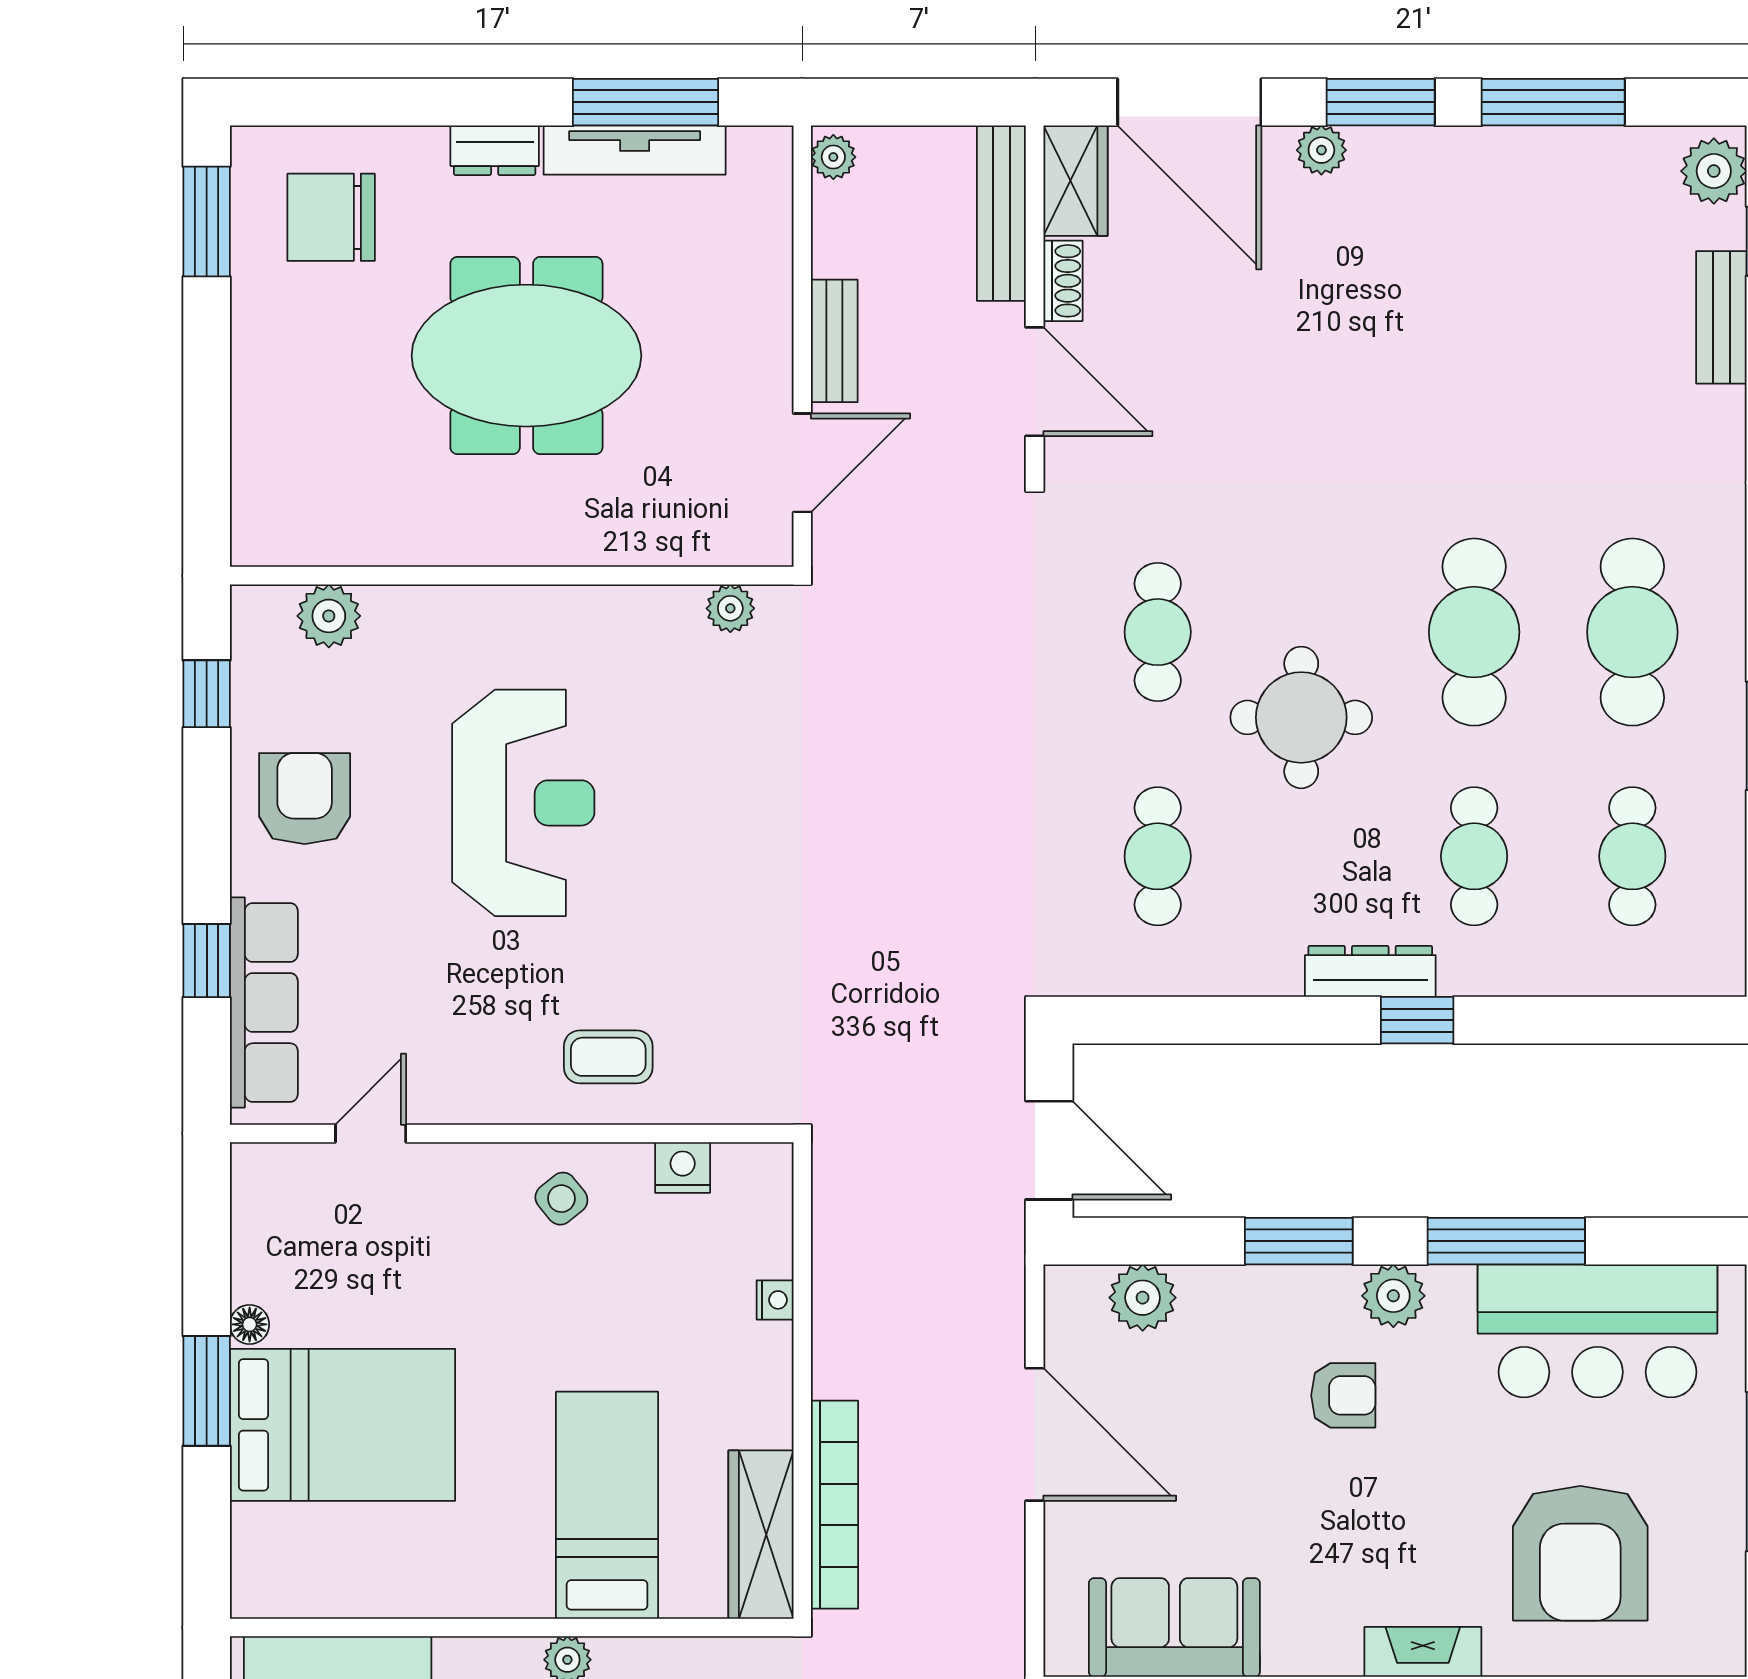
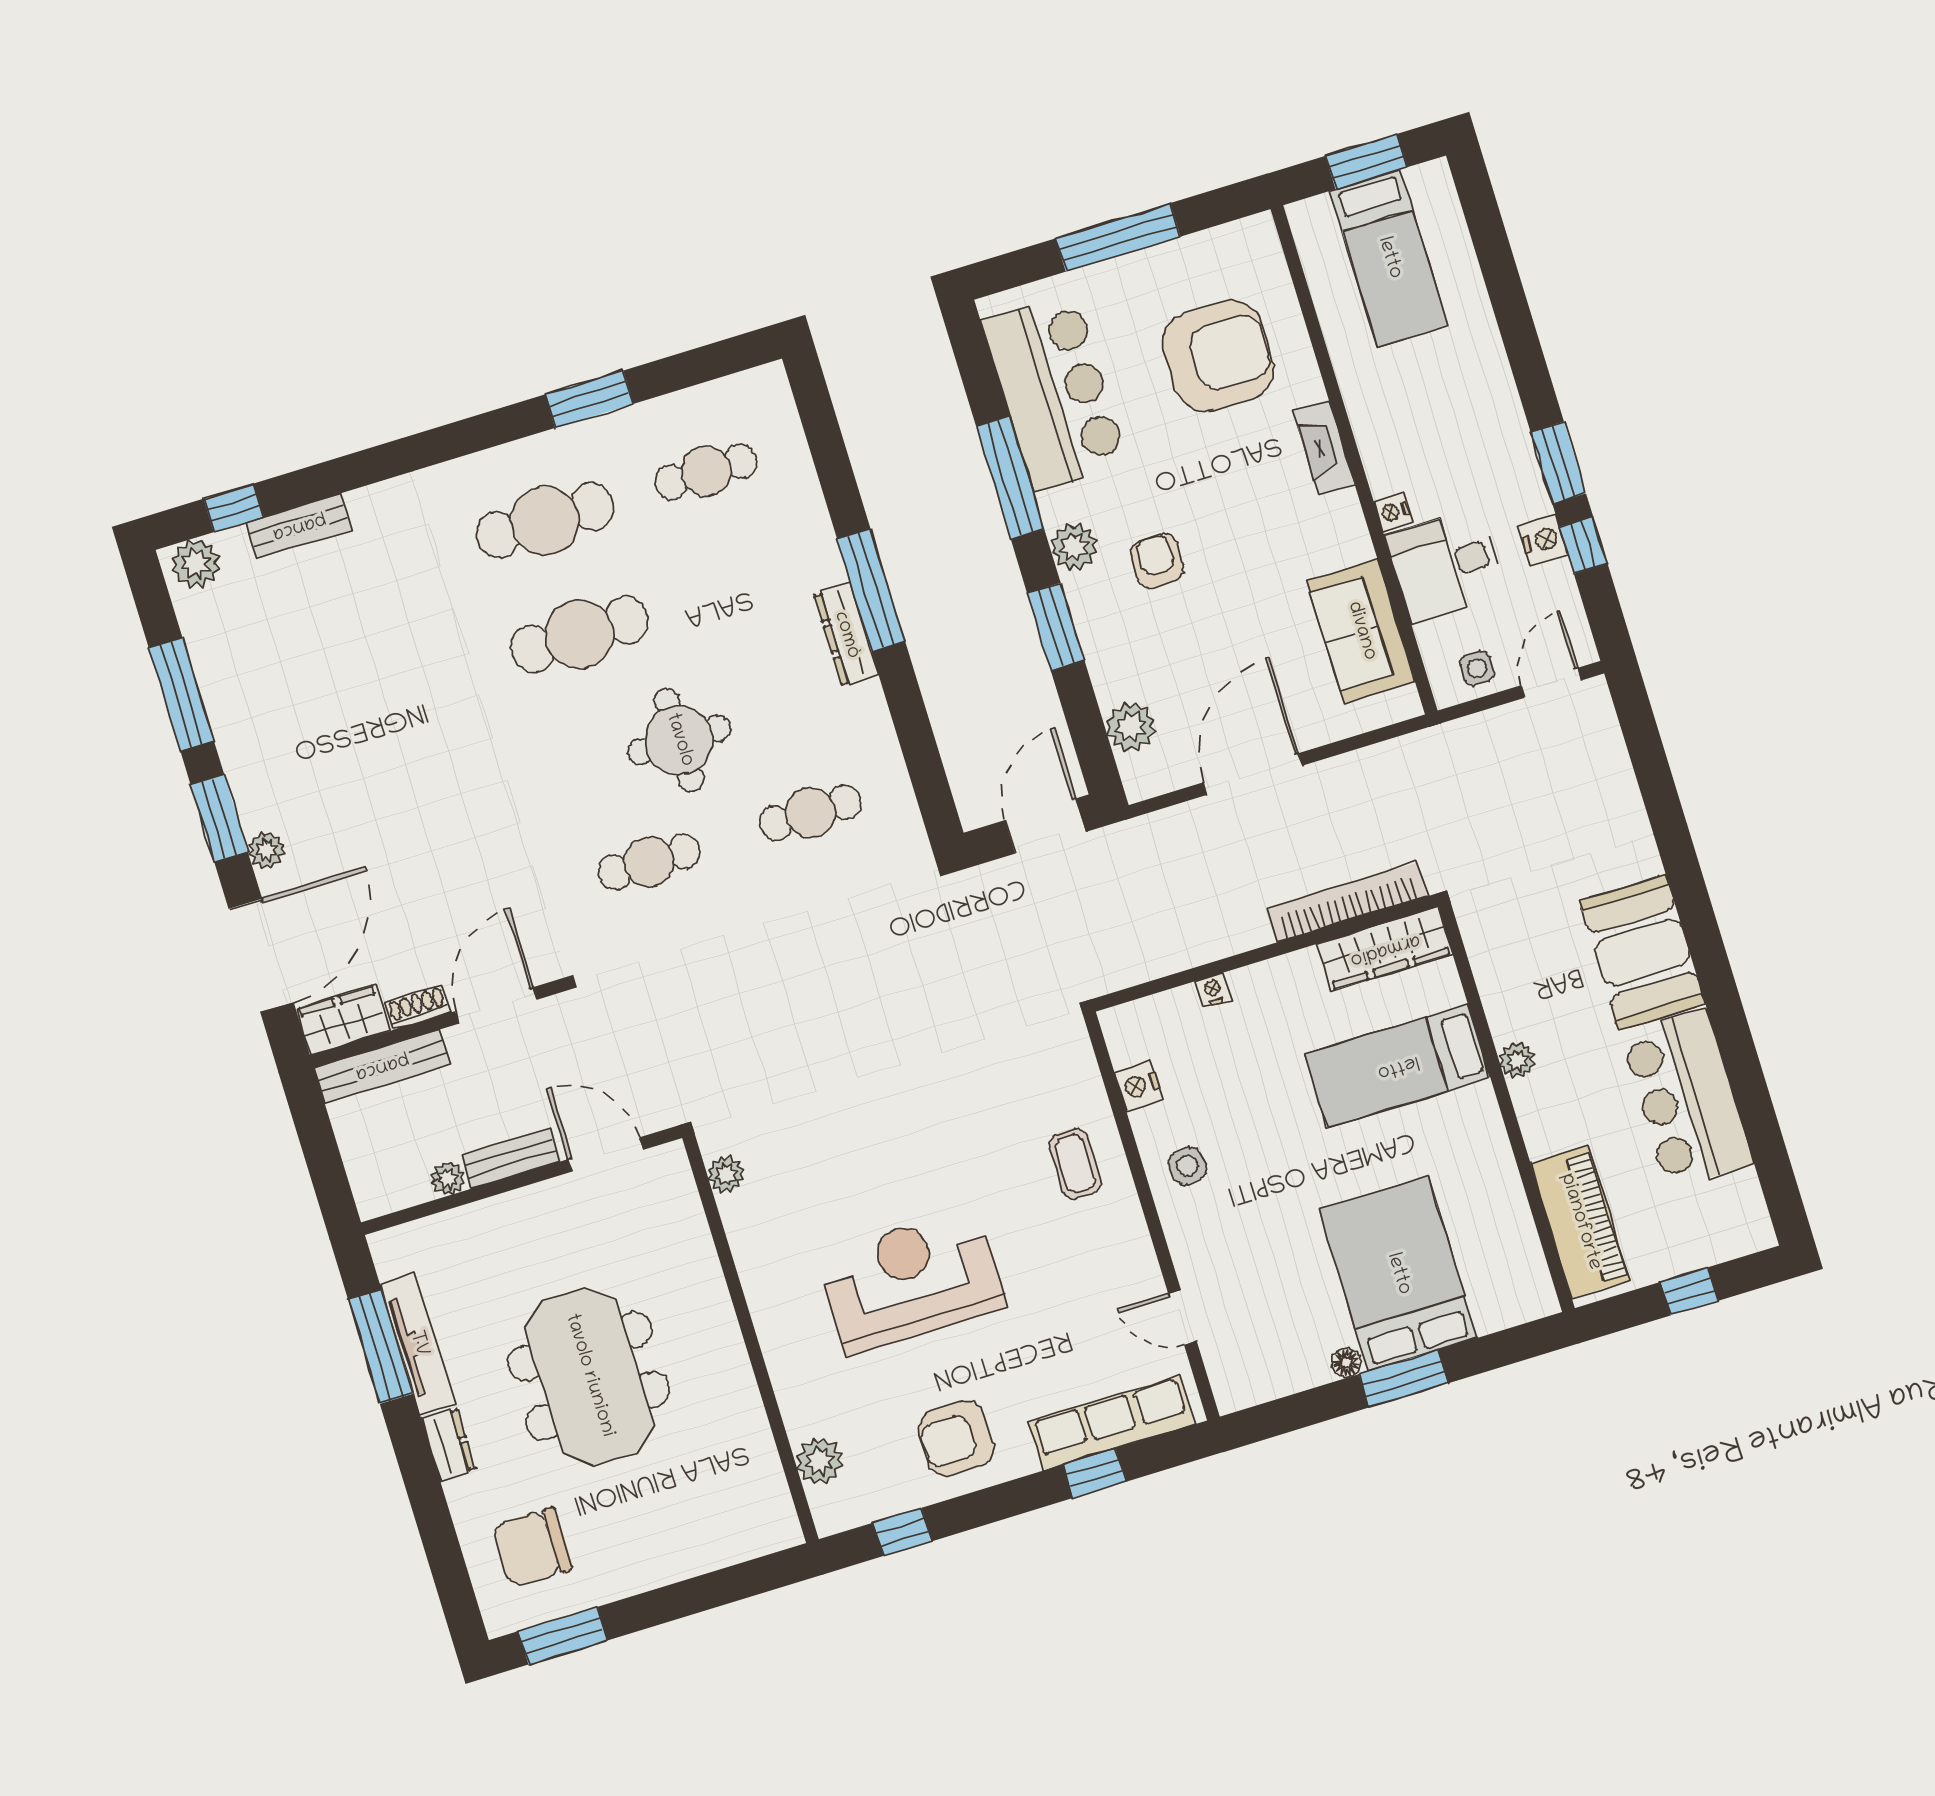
plant: (833, 157) -> (448, 1178), moved
chair: (331, 217) -> (533, 1547), turned 90
cafe table: (1474, 856) -> (741, 585), removed
window: (1417, 1020) -> (871, 590), width x2.17
side table: (561, 1199) -> (1187, 1166), turned 30

